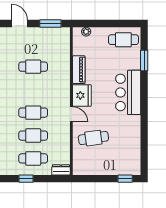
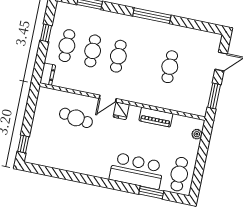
bar counter: (128, 92) -> (137, 171), moved
fridge: (82, 95) -> (121, 111), width x0.53, depth x0.75
cafe table: (93, 138) -> (76, 118), turned -73

